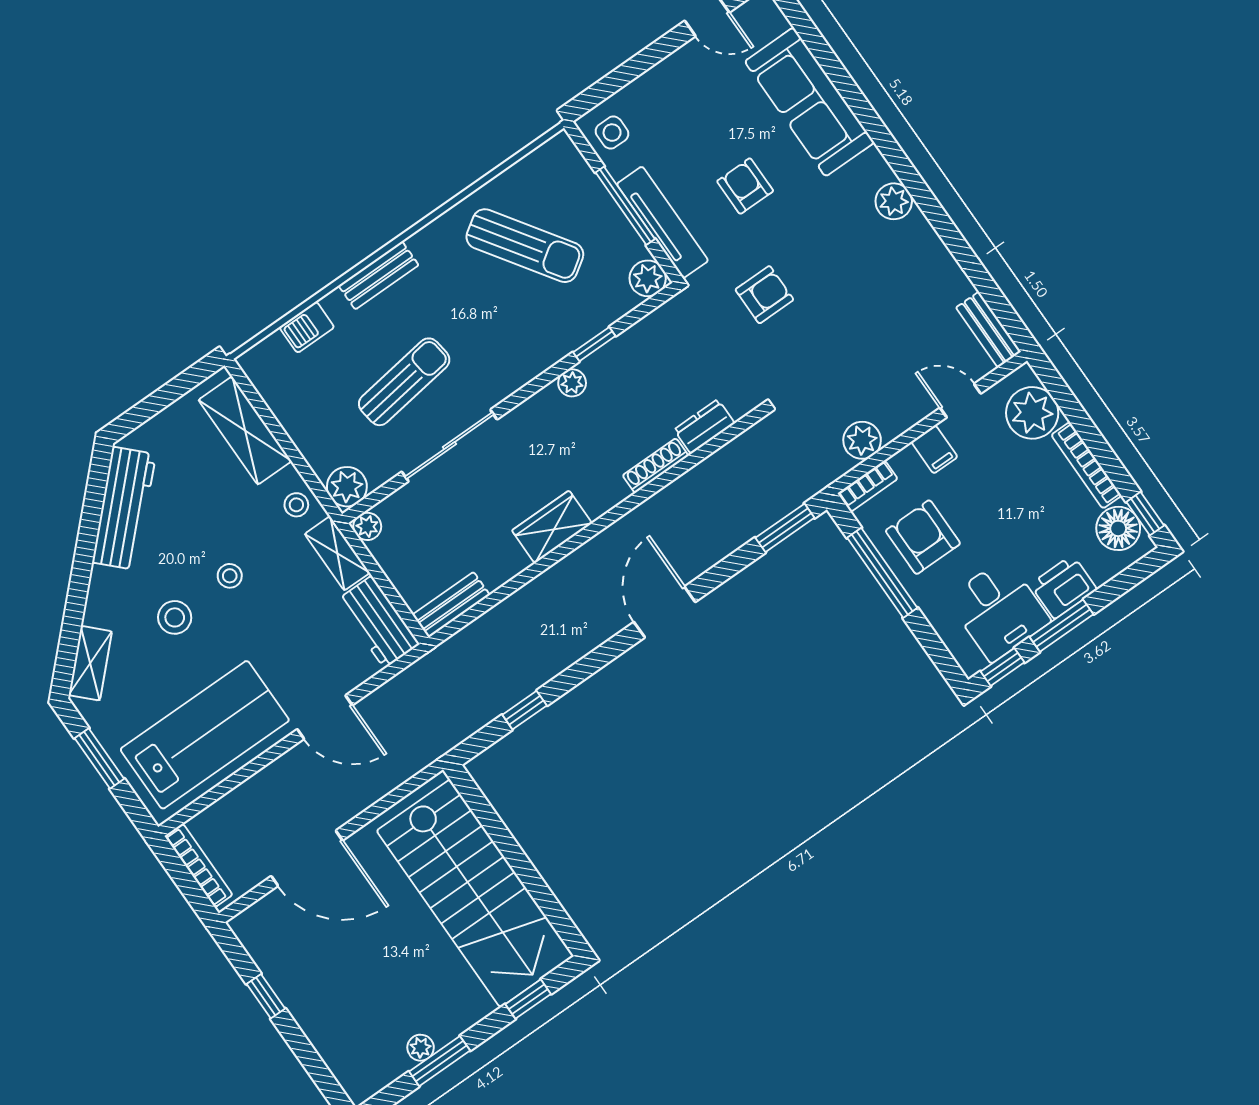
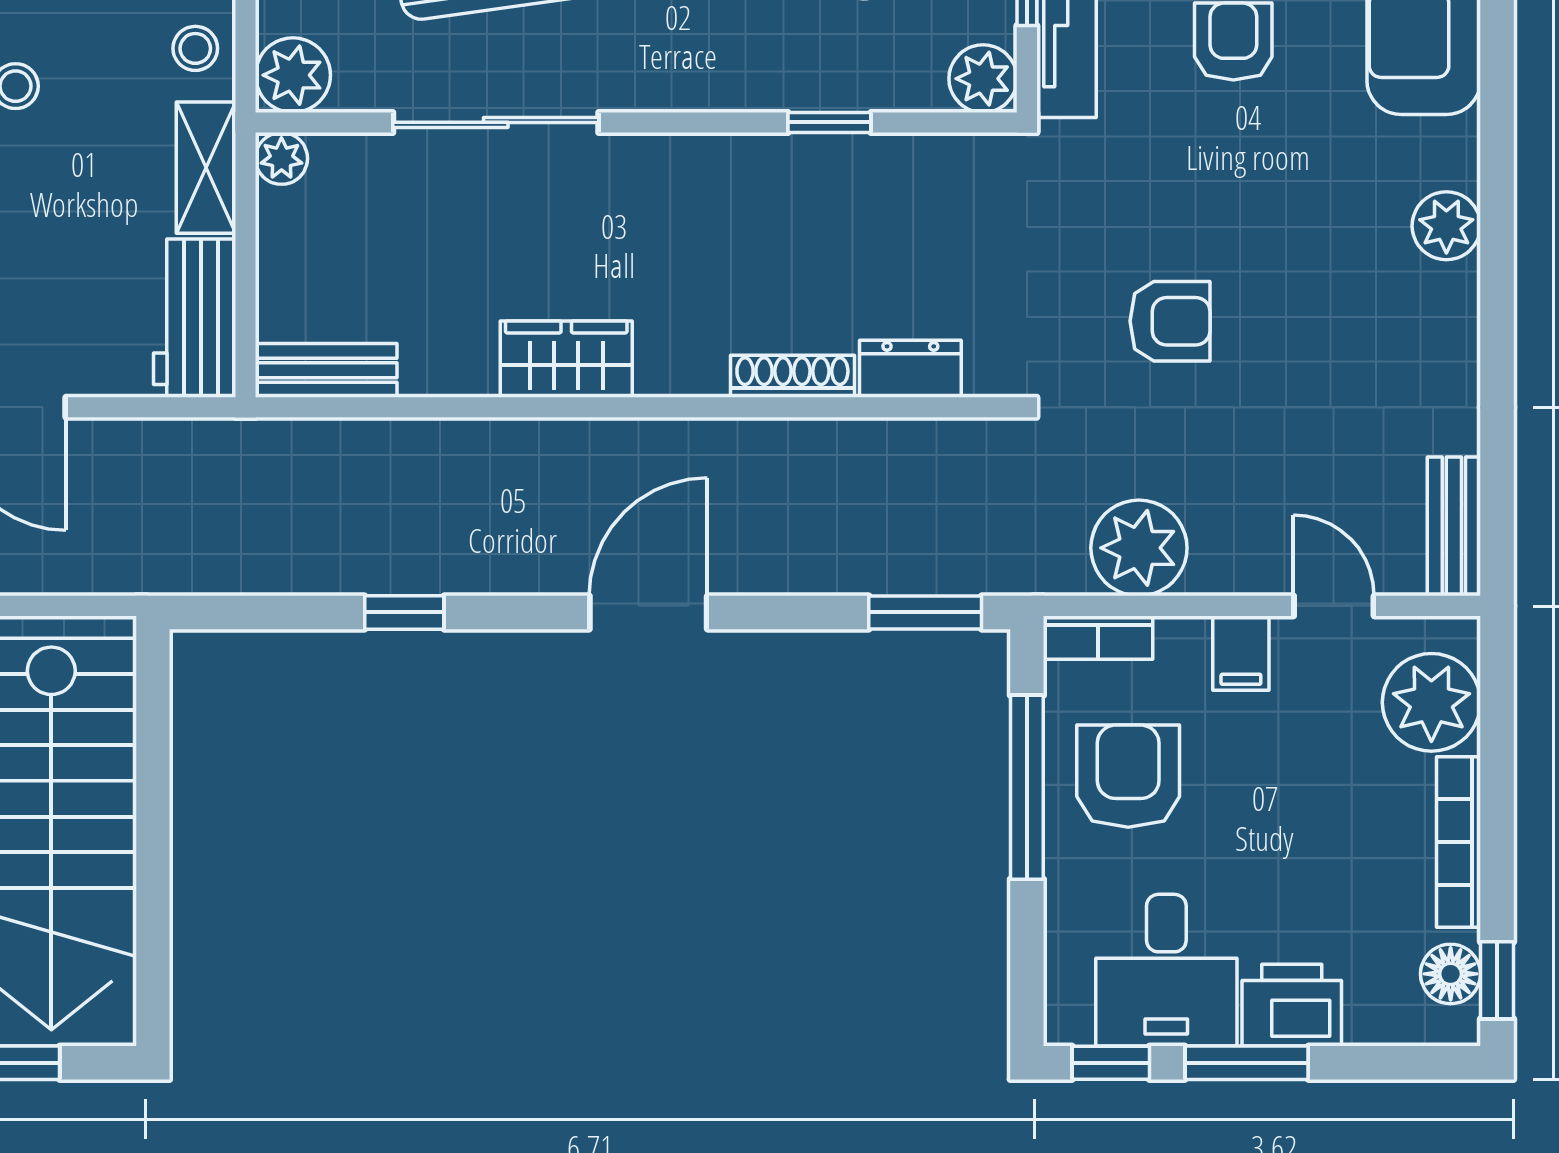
armchair: (764, 295) -> (1170, 321), moved
plant: (572, 383) -> (753, 158), removed
plant: (862, 440) -> (1139, 548), width x1.36, depth x1.36
floor lamp: (1118, 528) -> (1451, 974), width x0.73, depth x0.73
window: (525, 710) -> (404, 612), moved

